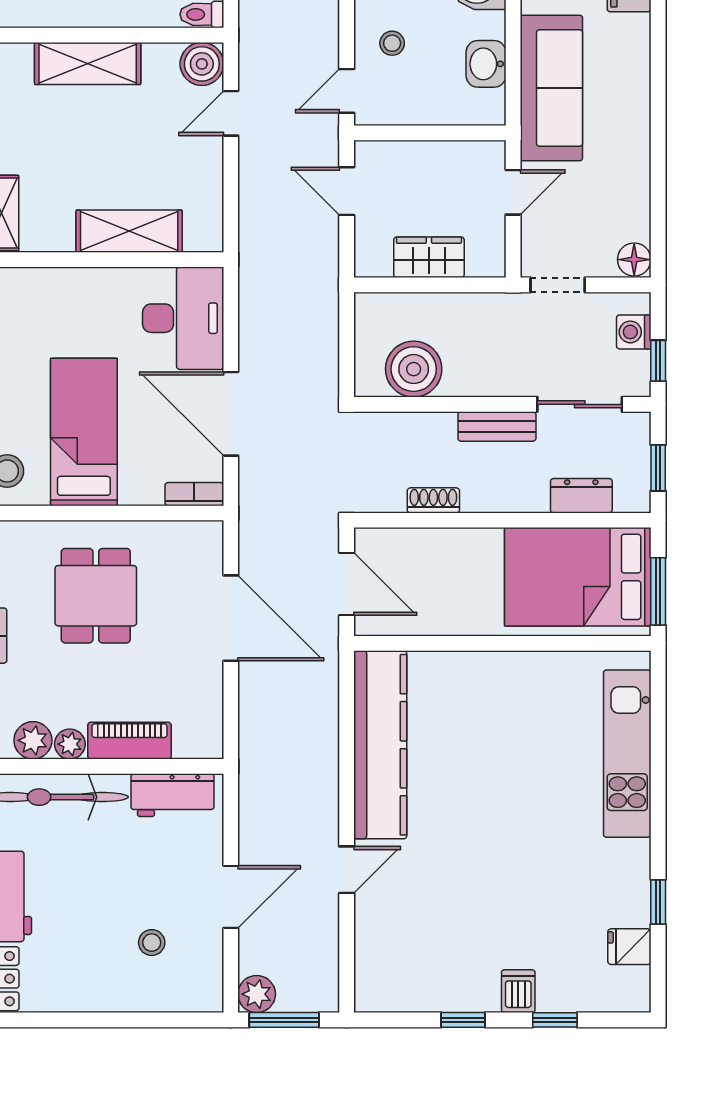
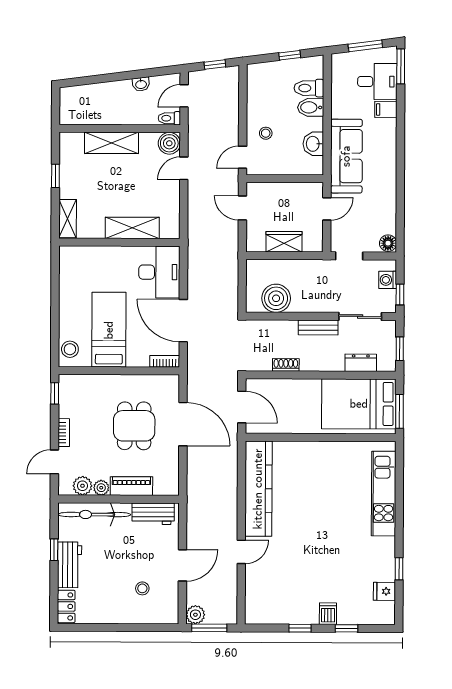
dining table: (96, 596) -> (134, 426), moved

